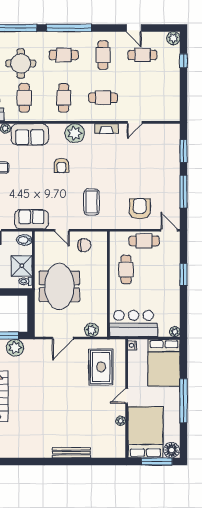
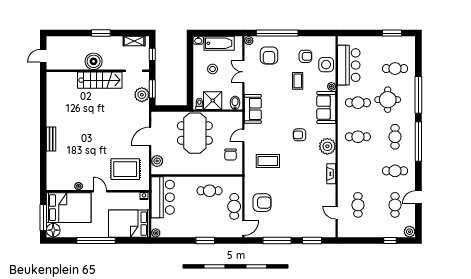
cafe table: (103, 98) -> (358, 205), moved
door: (135, 122) -> (337, 213), moved
meeting table: (59, 286) -> (195, 133), turned 90
door: (63, 338) -> (150, 136), hinge flipped
bench: (71, 453) -> (51, 139), width x0.73

